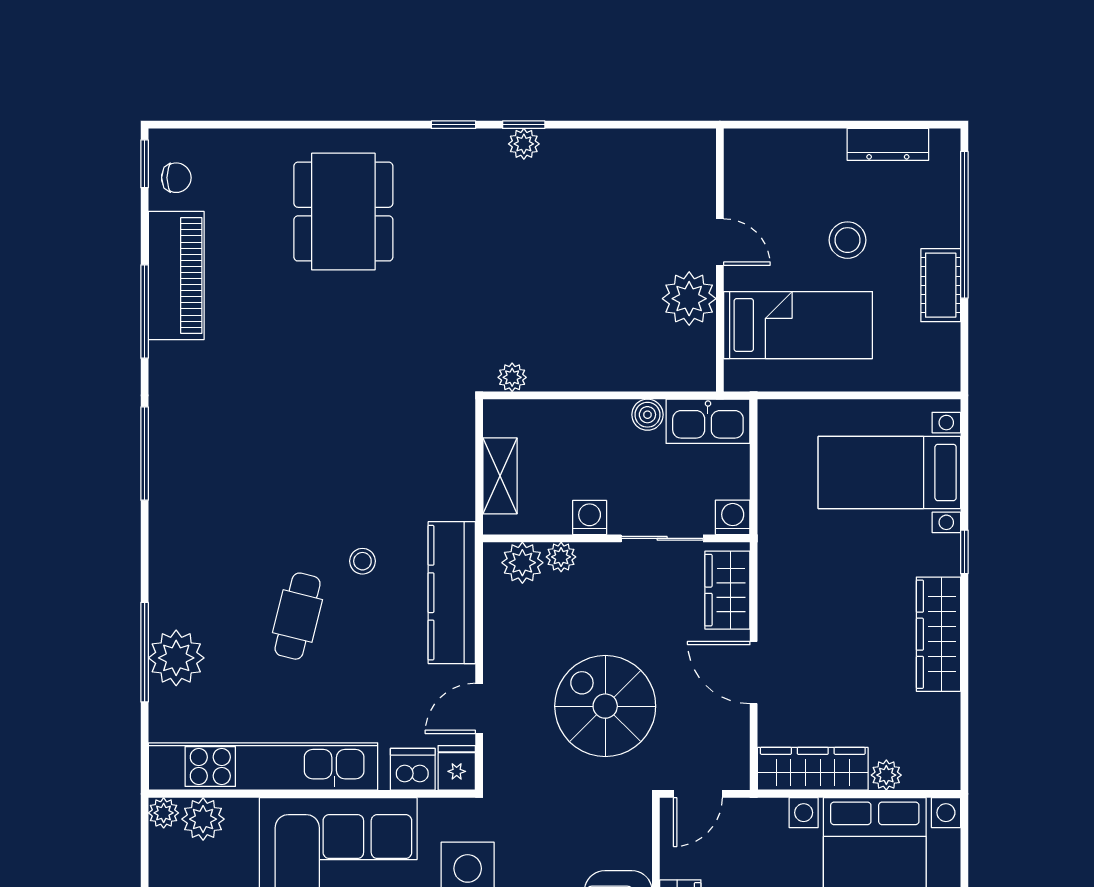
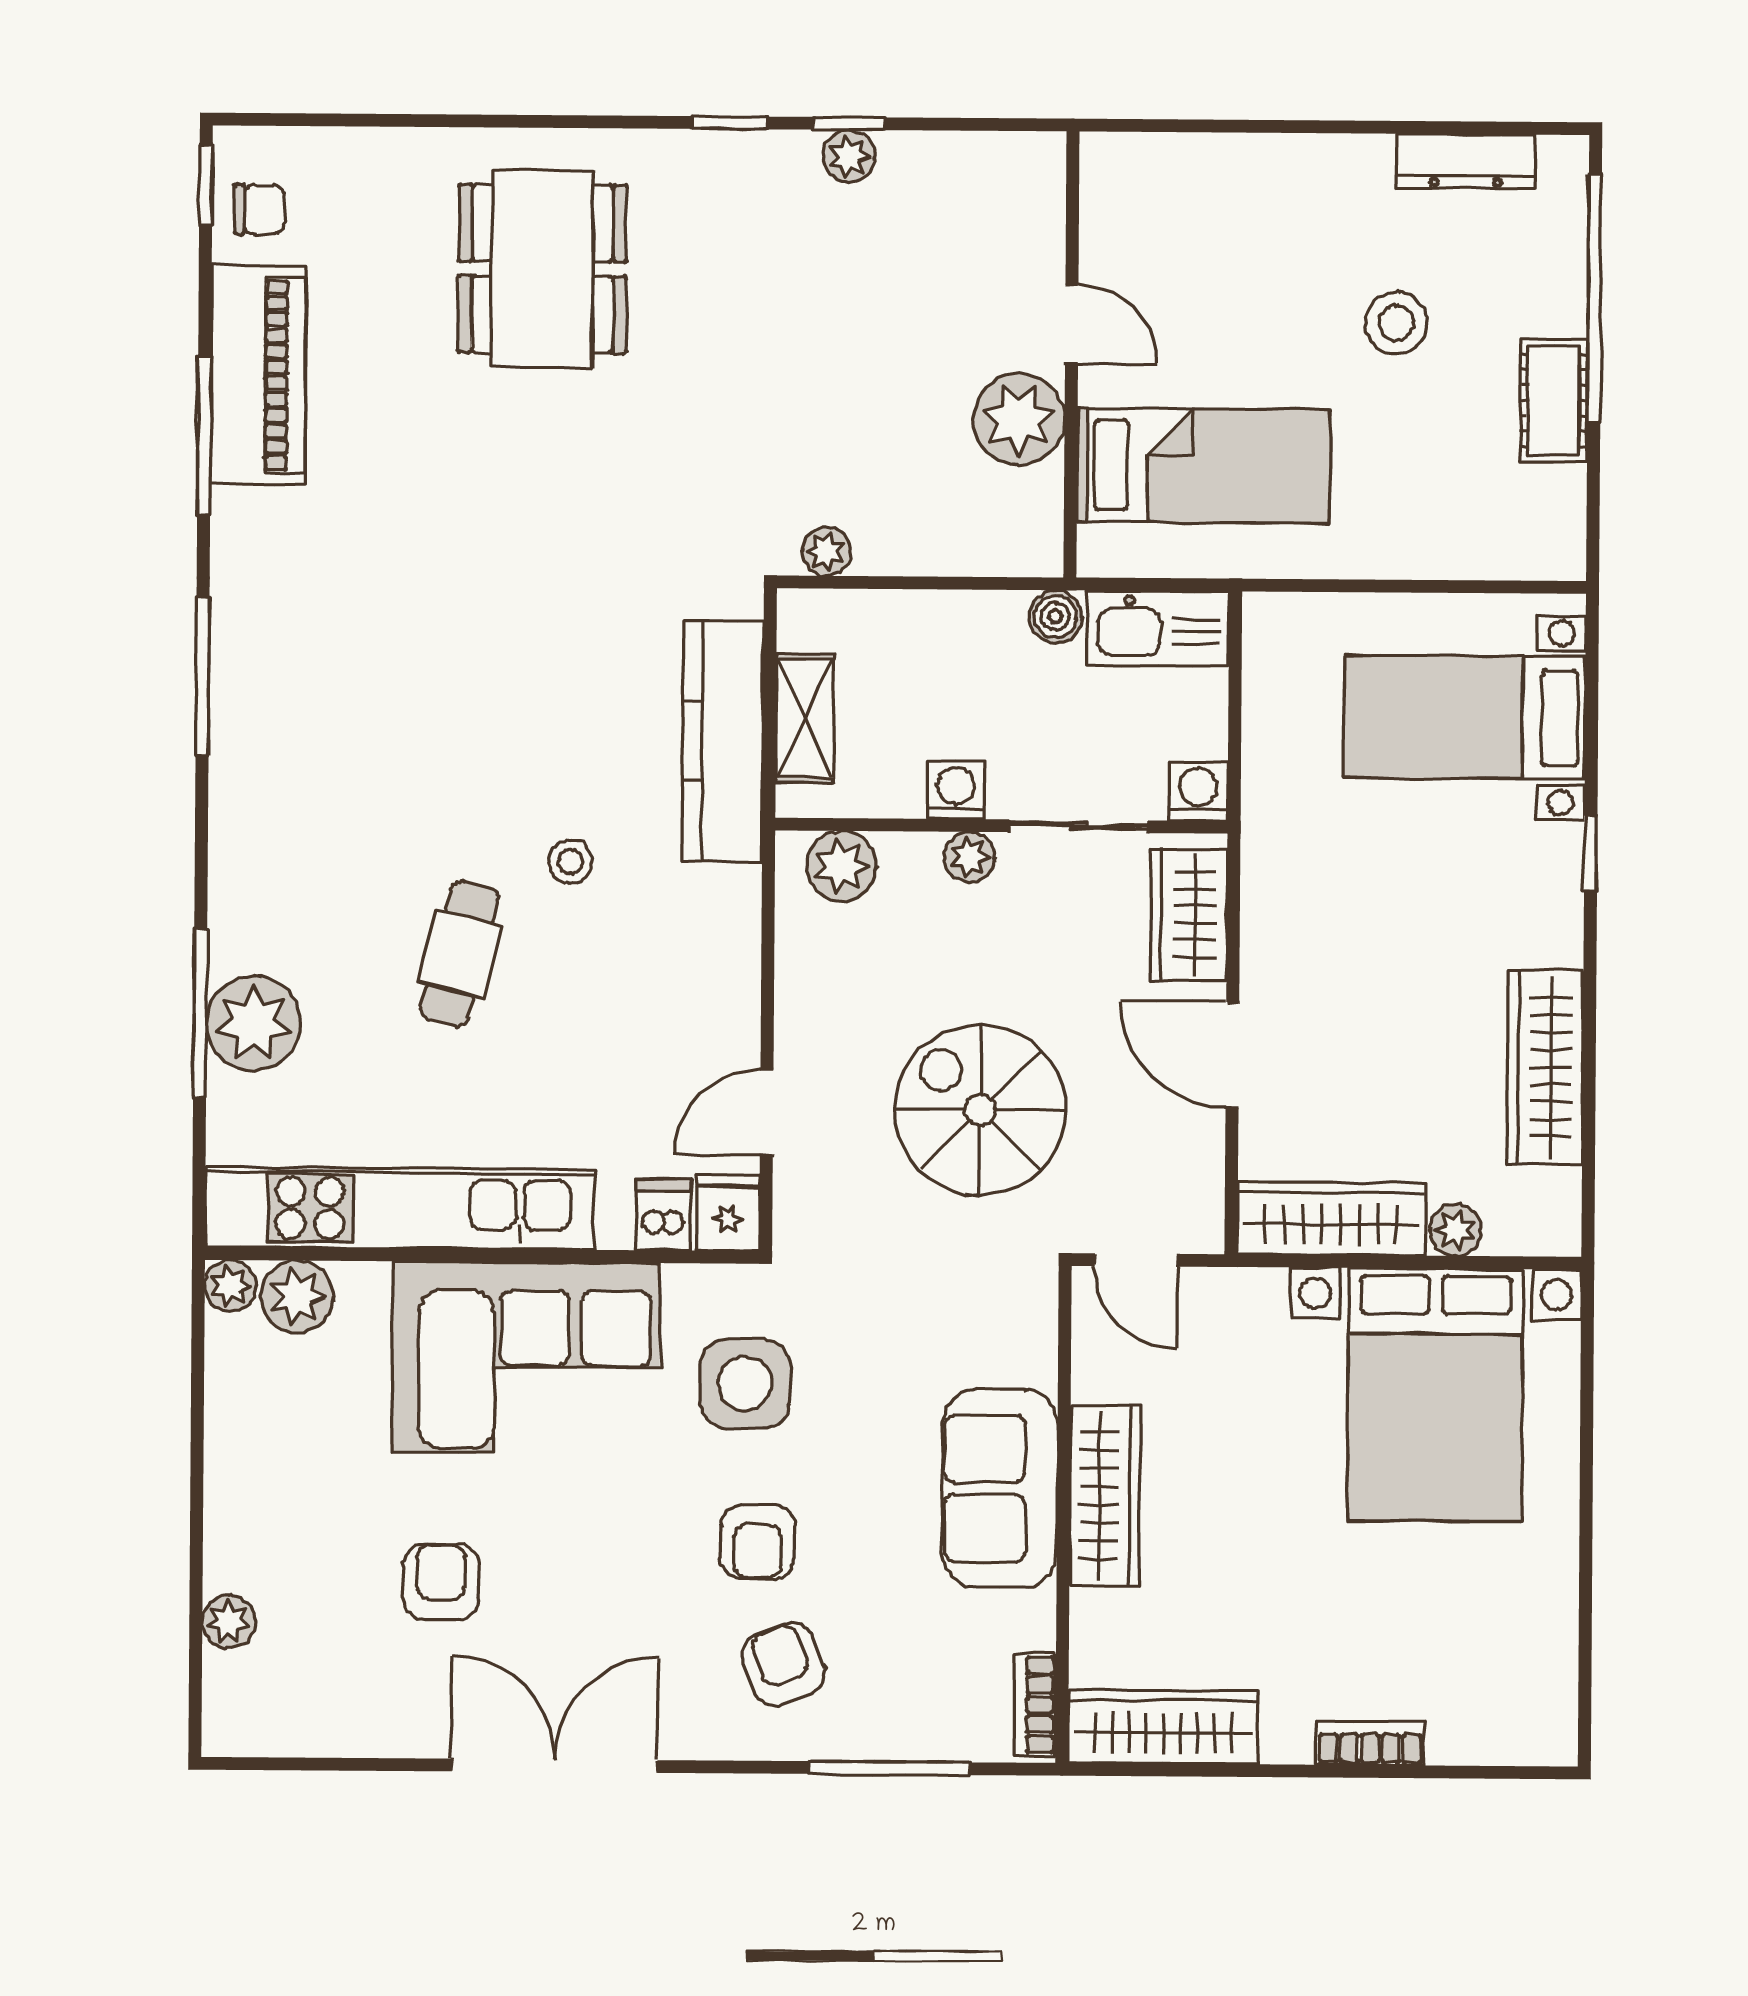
door: (720, 242) -> (1072, 324), moved
wall: (720, 260) -> (1072, 354), moved
plant: (689, 299) -> (1019, 419), moved
bed: (798, 325) -> (1203, 466), moved
plant: (561, 557) -> (969, 857), moved
kitchen counter: (452, 593) -> (723, 741), moved
wardrobe: (938, 634) -> (1545, 1067), moved
dishwasher: (413, 769) -> (664, 1215), width x0.73
door: (698, 794) -> (1136, 1260), hinge flipped

